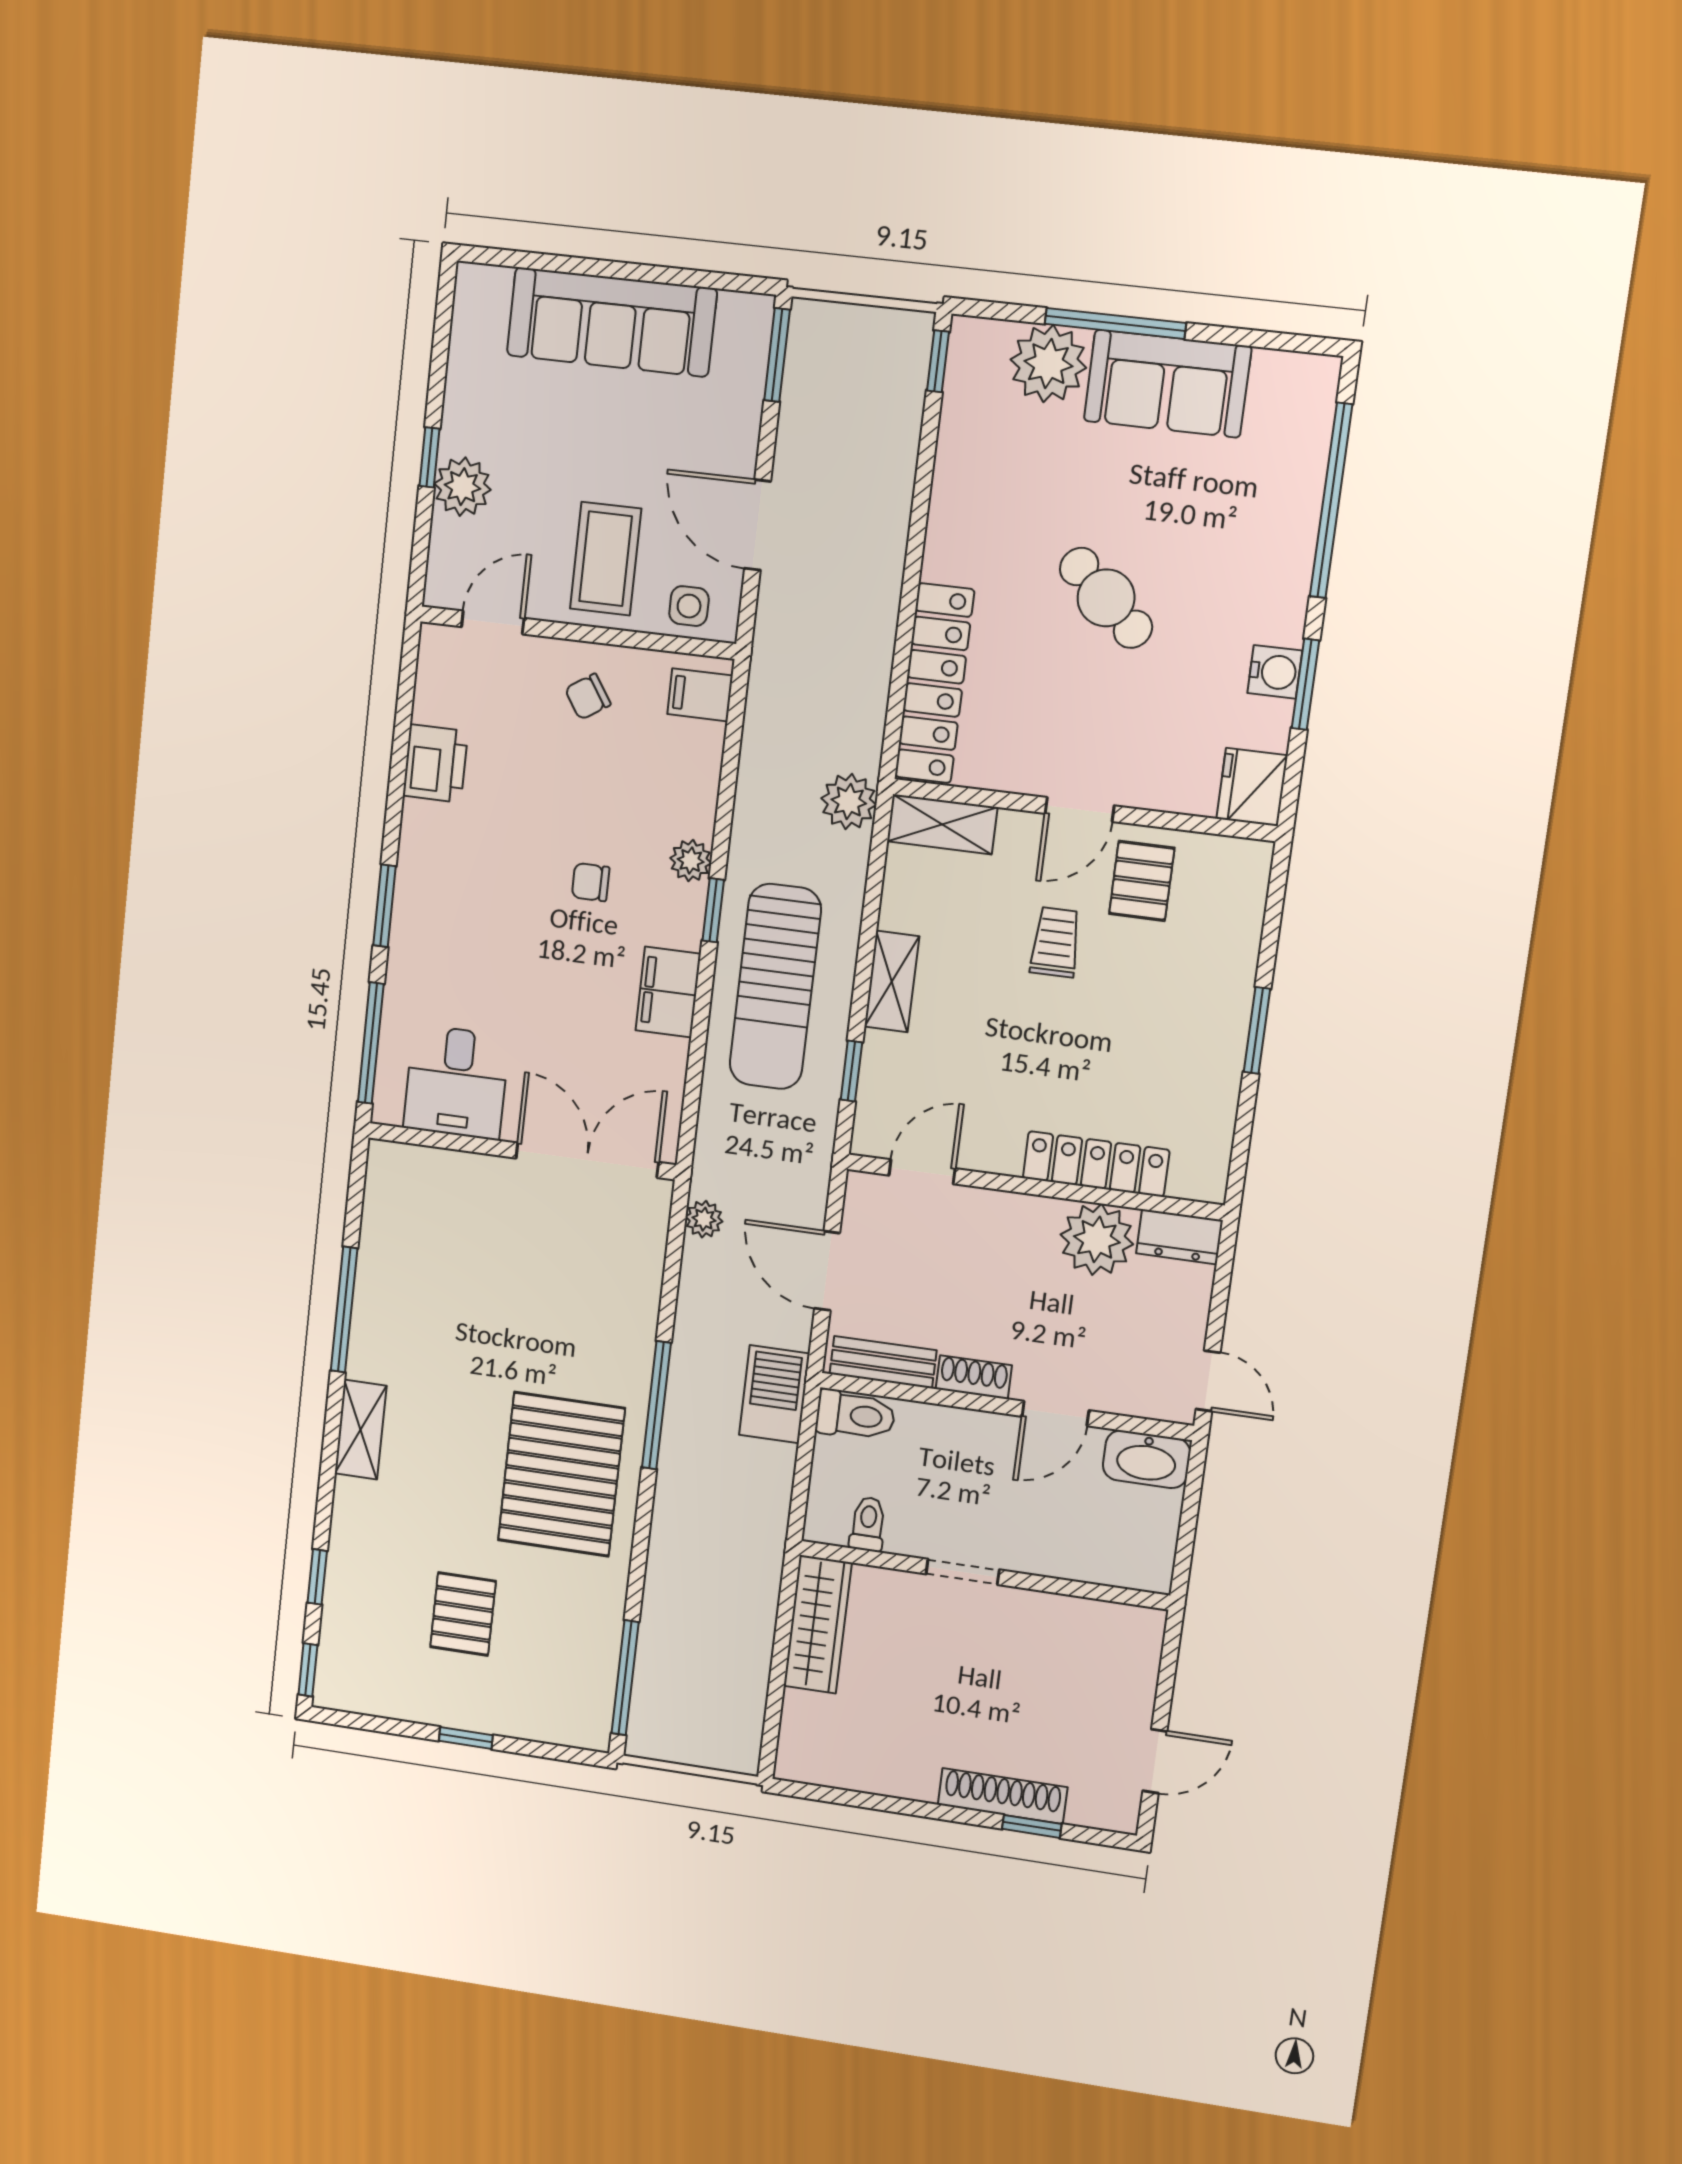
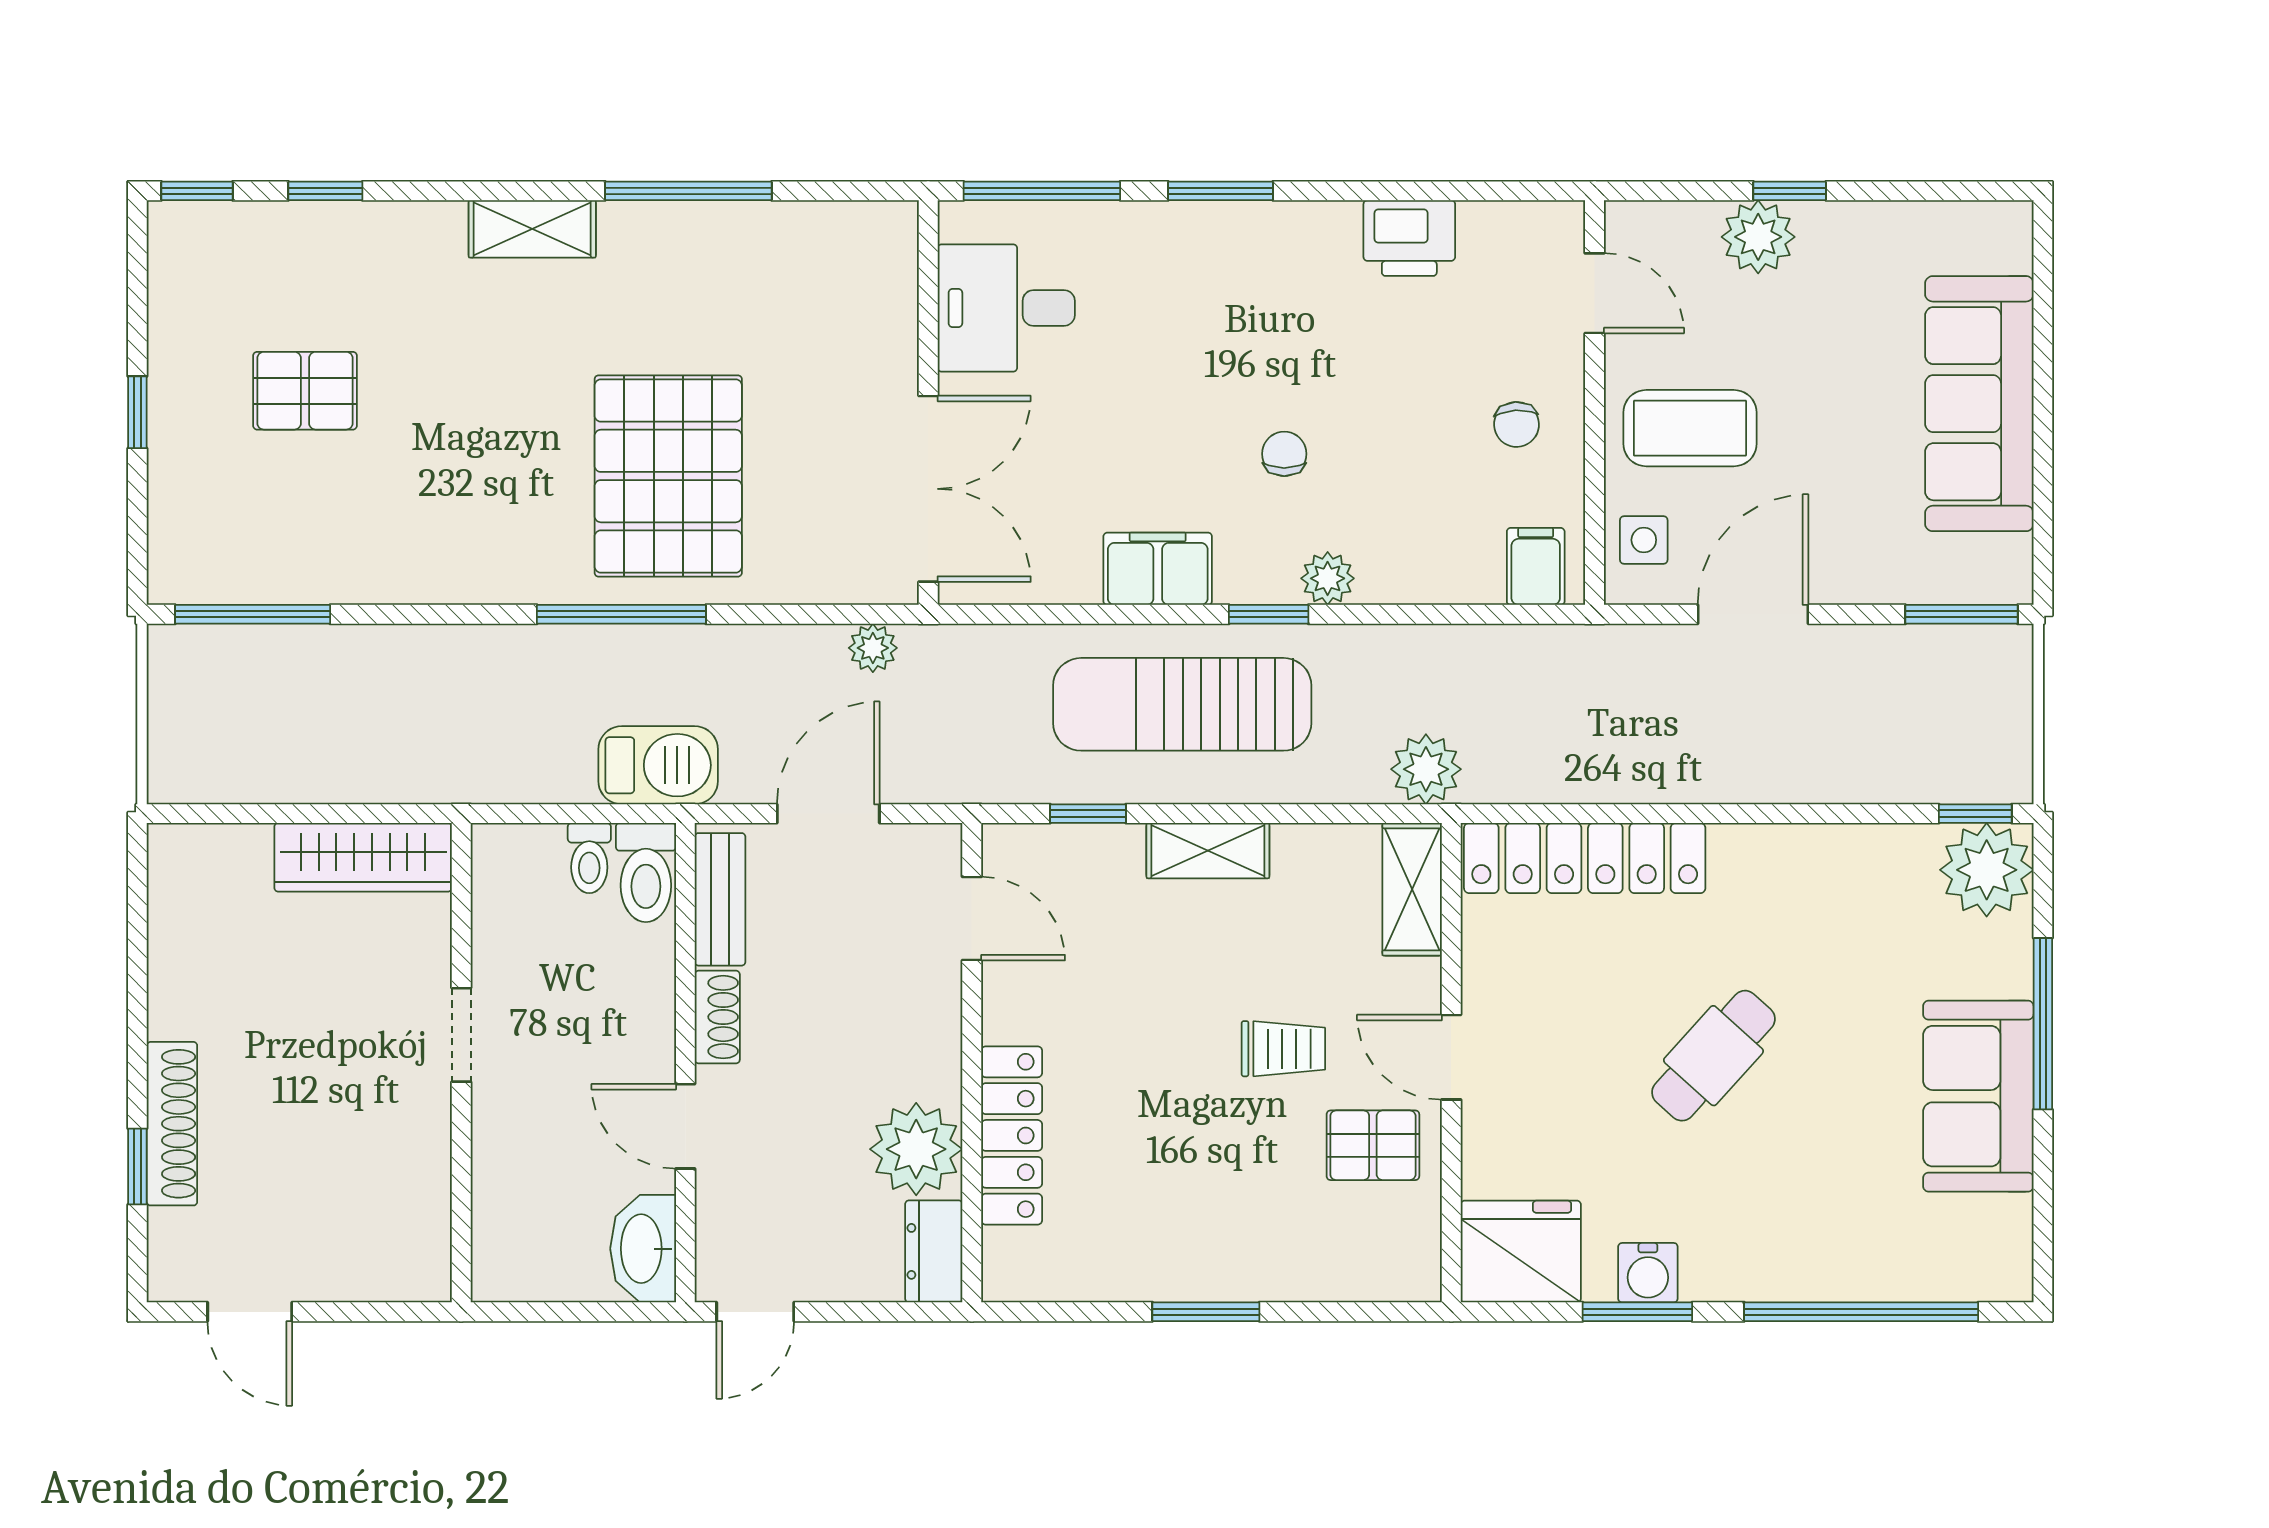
plant: (1048, 364) -> (1987, 870), moved
chair: (588, 697) -> (1516, 424), turned -150
fridge: (1252, 787) -> (1521, 1252), width x1.36, depth x1.34
pallet: (561, 1474) -> (668, 476), moved, turned 90
toilet: (868, 1524) -> (589, 858), moved, turned 90

